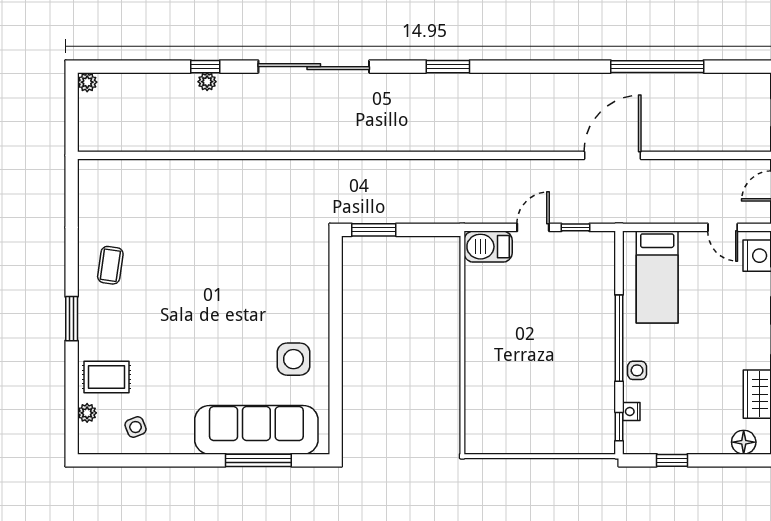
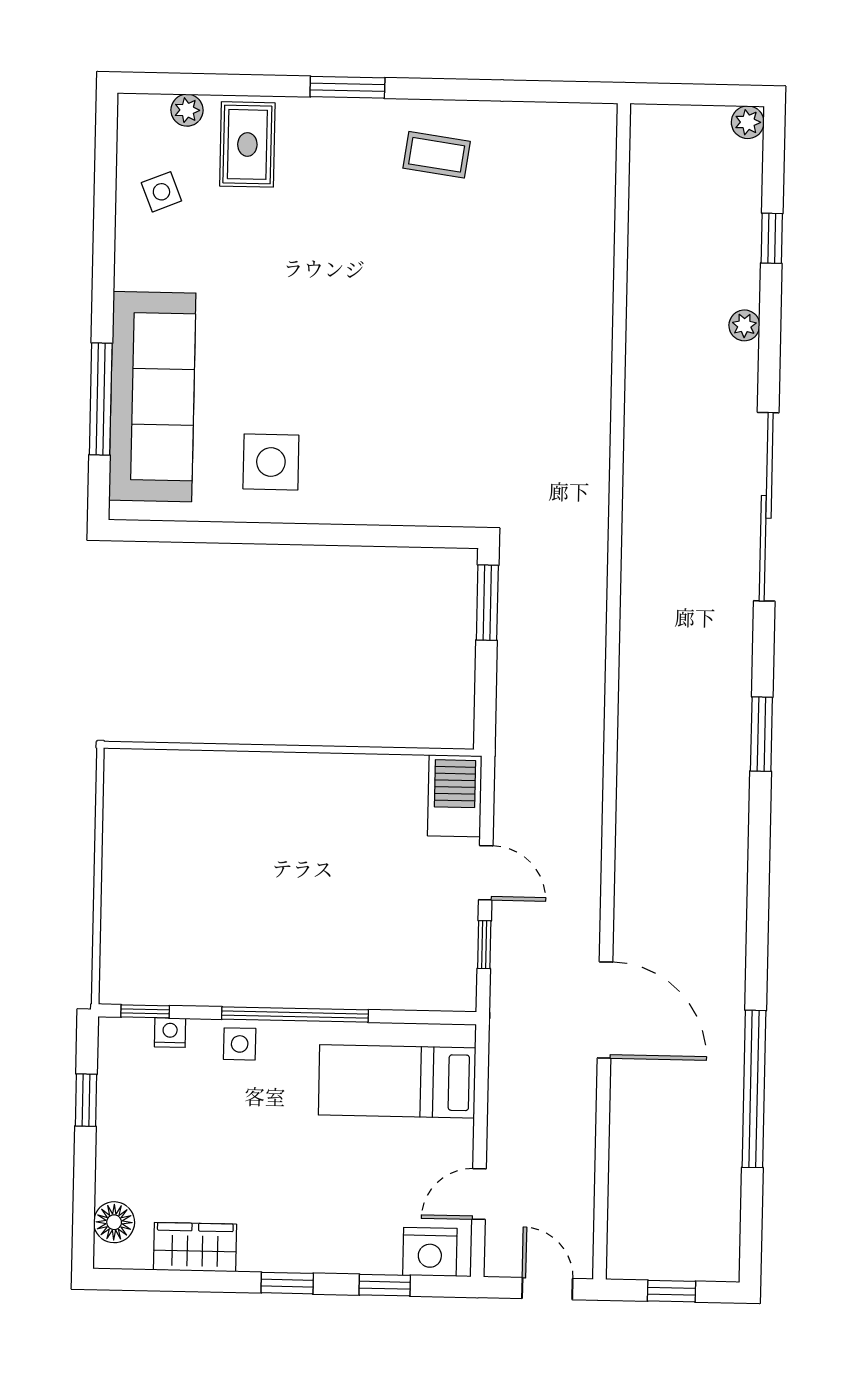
window: (205, 67) -> (772, 238), moved

